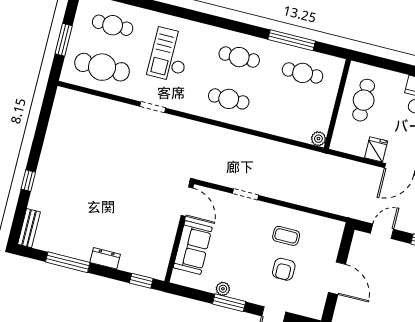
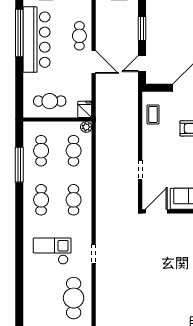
cafe table: (113, 25) -> (74, 151), moved
checkout: (170, 55) -> (52, 251), turned 180
fridge: (376, 149) -> (85, 109), moved, turned 90
door: (382, 231) -> (142, 64), hinge flipped
coffee table: (286, 236) -> (153, 115), moved

